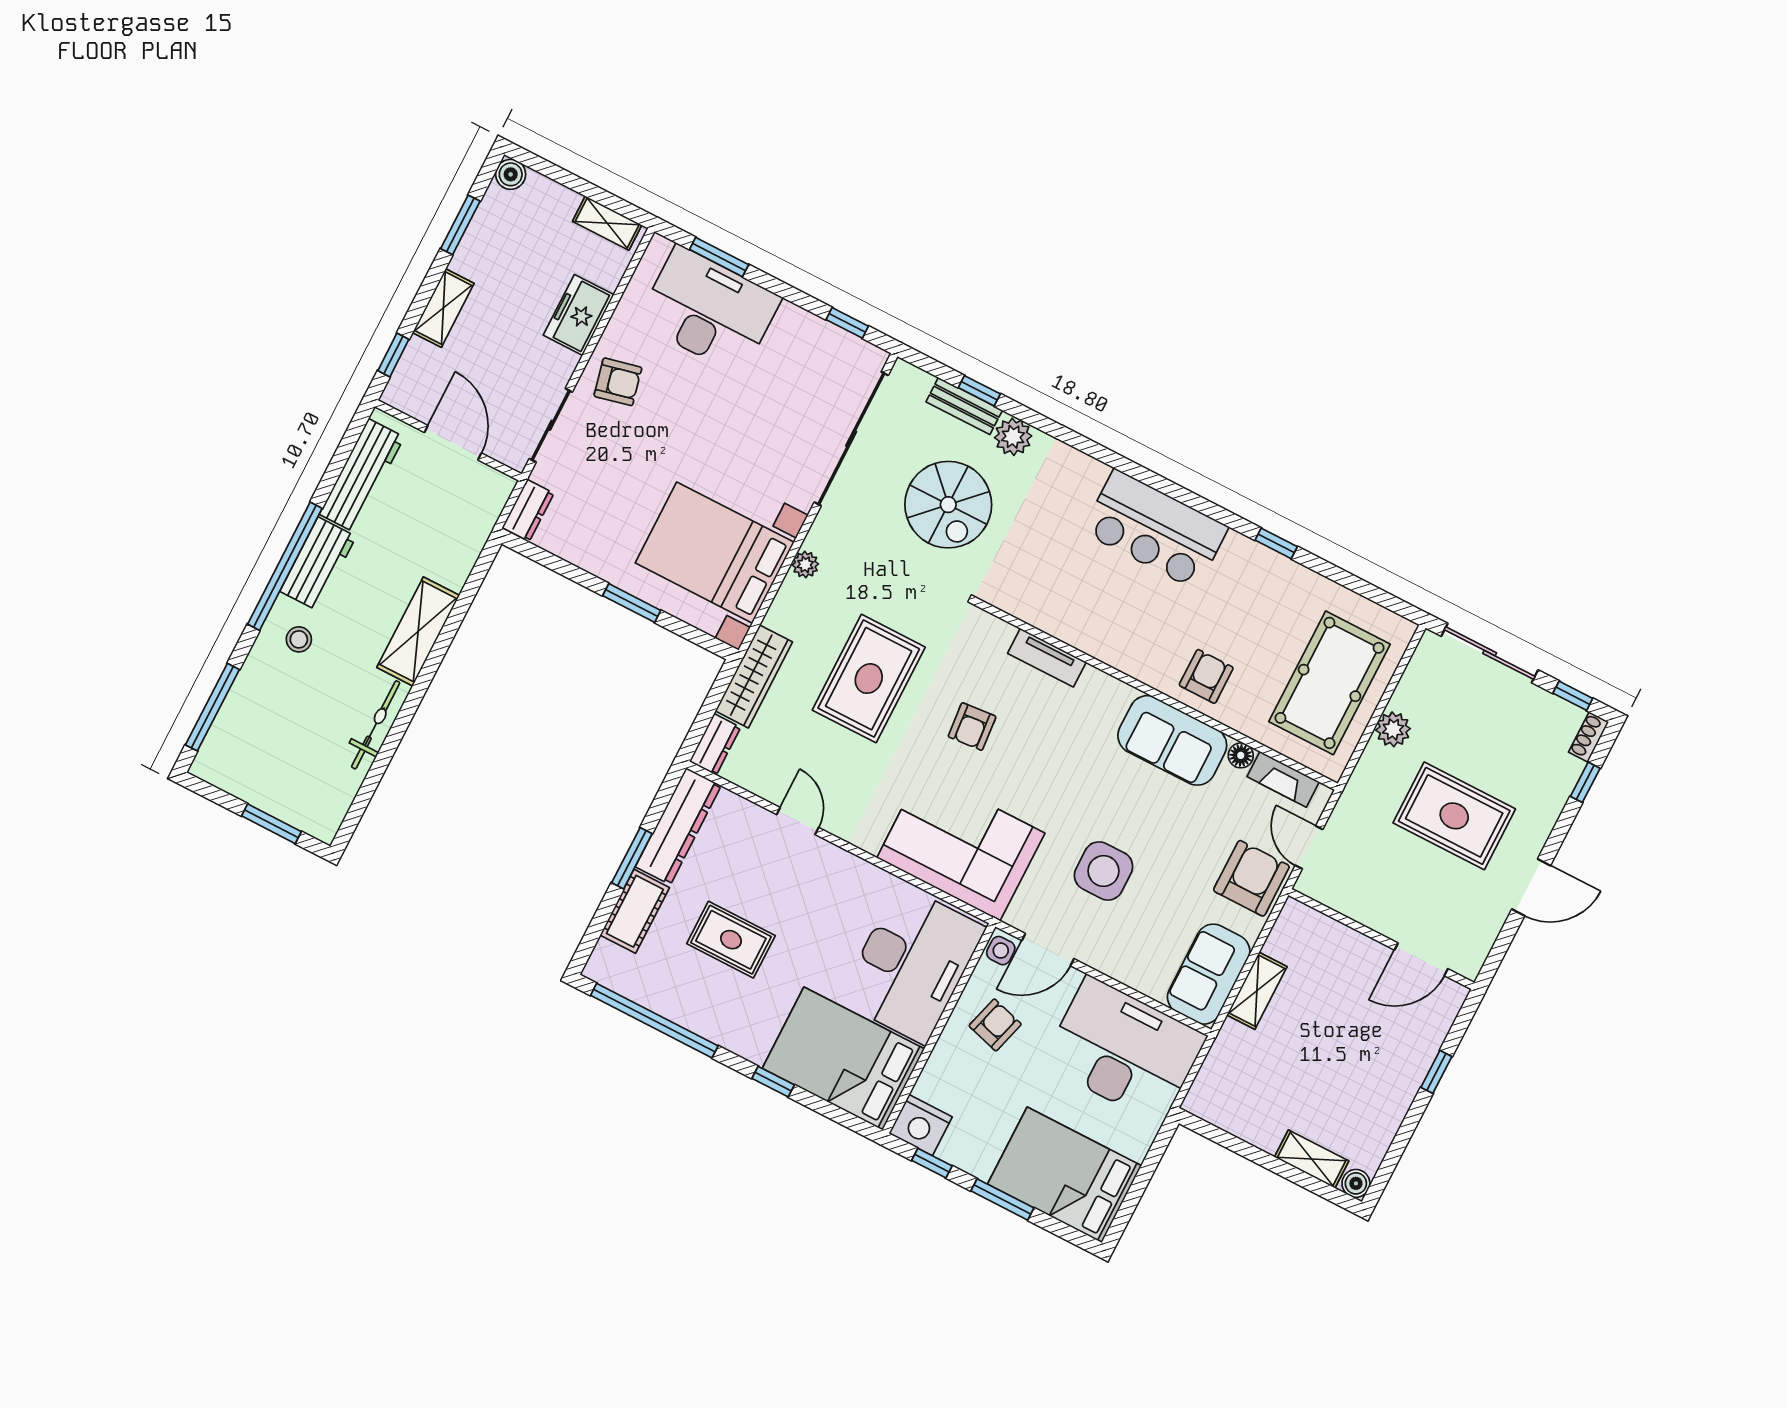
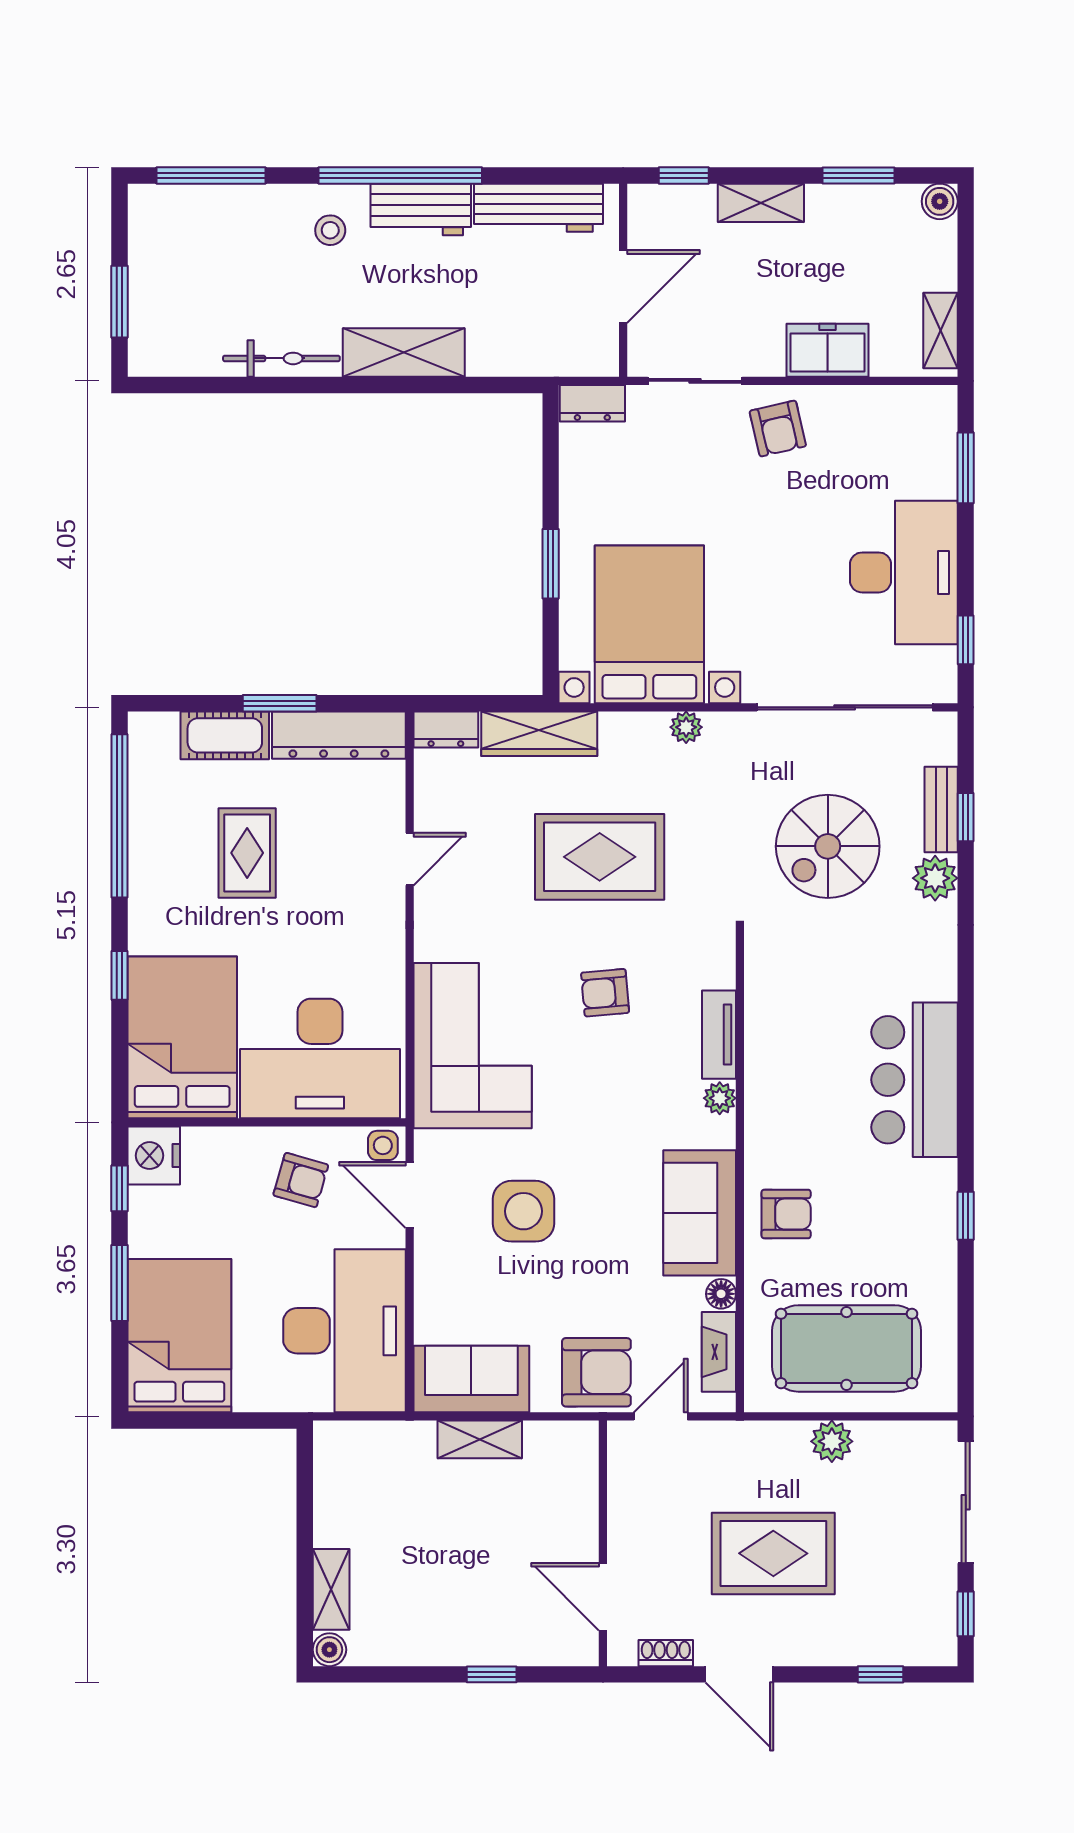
desk: (709, 310) -> (904, 572), moved
plant: (1095, 682) -> (720, 1098), added
shoe rack: (1589, 737) -> (666, 1653), moved
rug: (1454, 816) -> (773, 1553), turned 90

